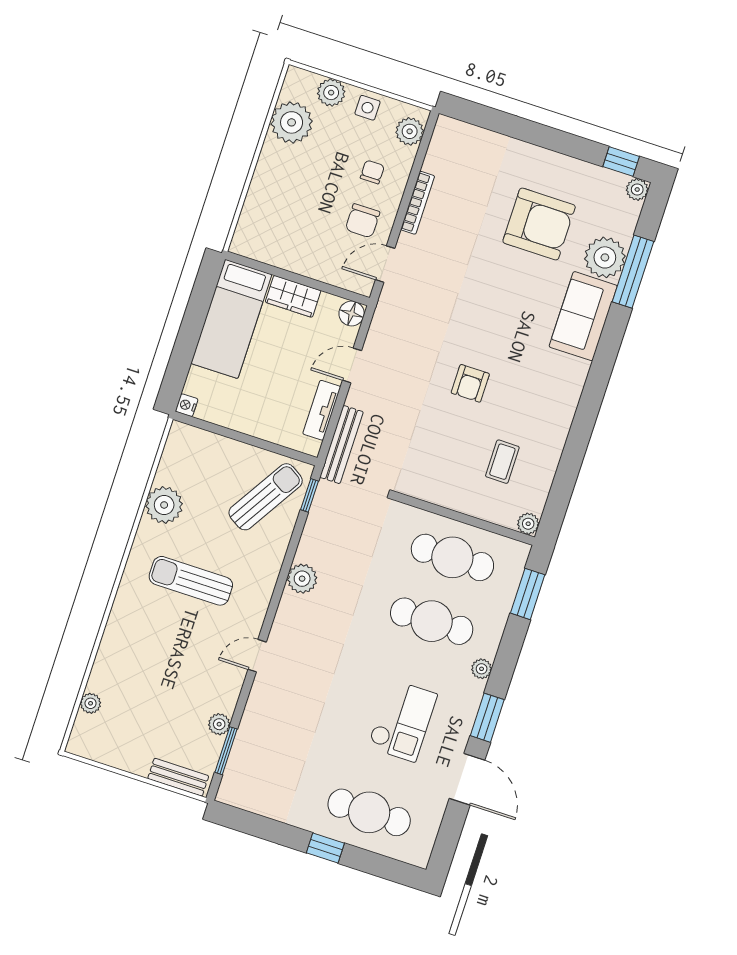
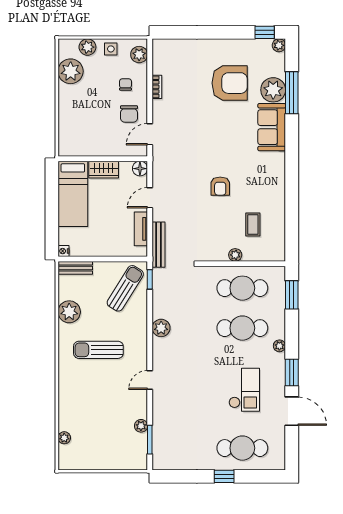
bookcase: (418, 203) -> (157, 87), width x0.64
plant: (528, 524) -> (235, 255), moved
bench: (178, 777) -> (75, 268), moved

